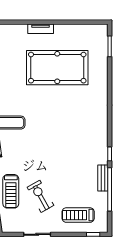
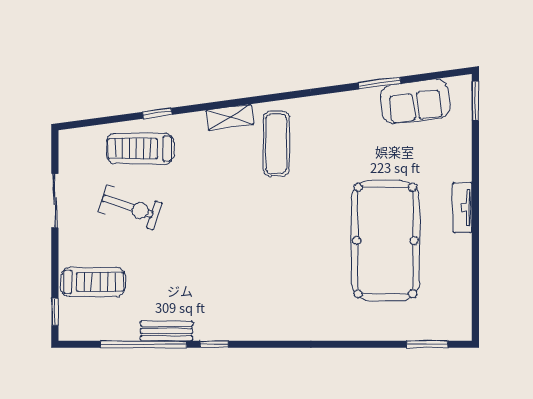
exercise bike: (40, 196) -> (130, 207), turned 48
treadmill: (78, 215) -> (93, 282), turned 90

